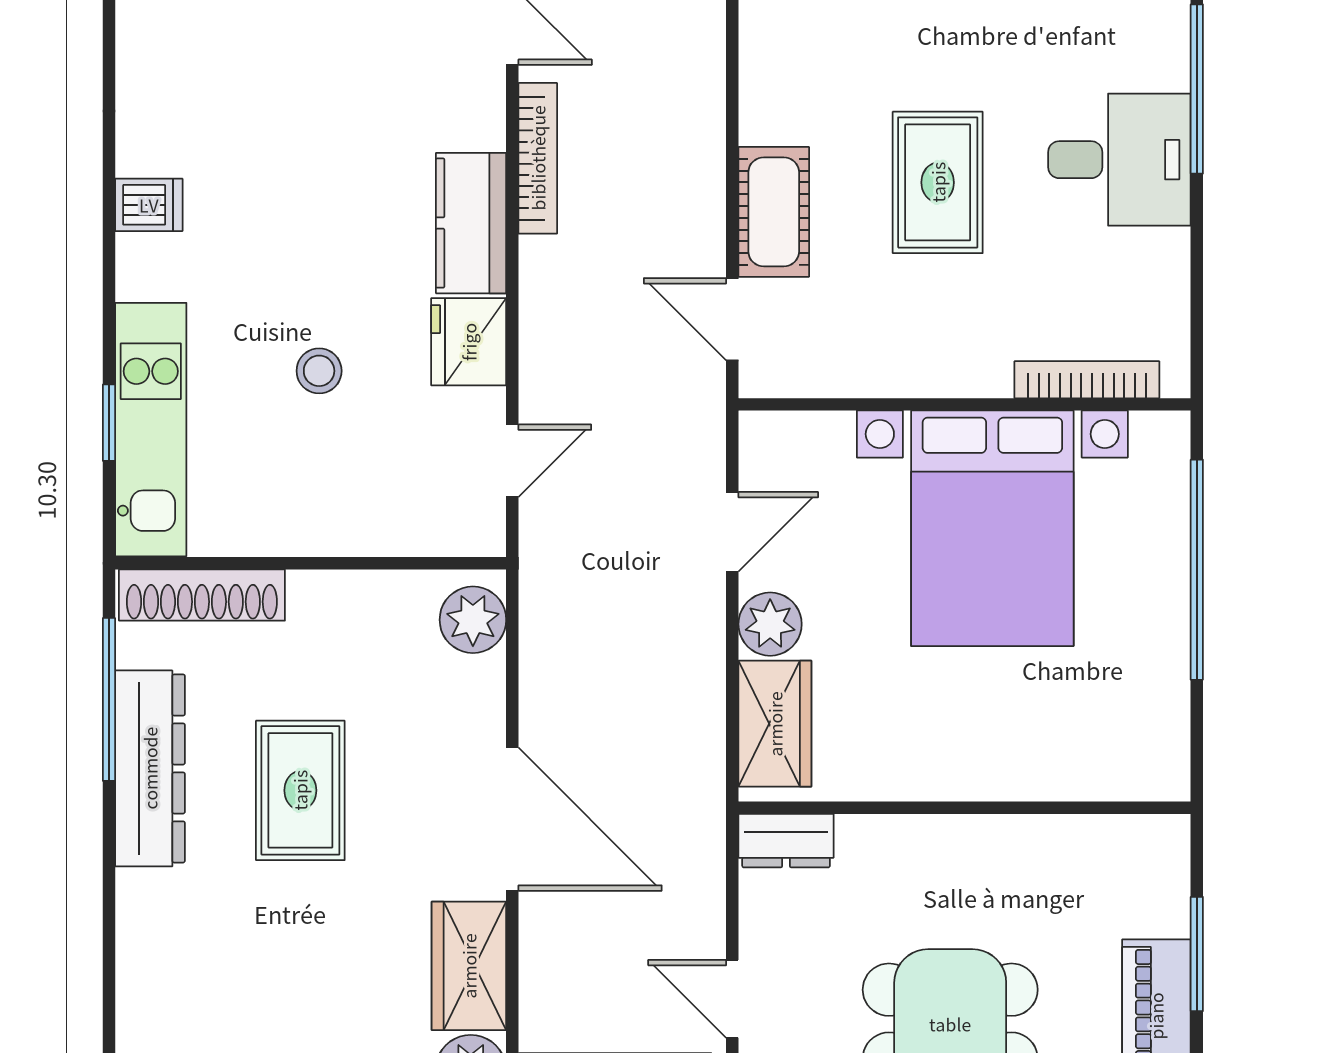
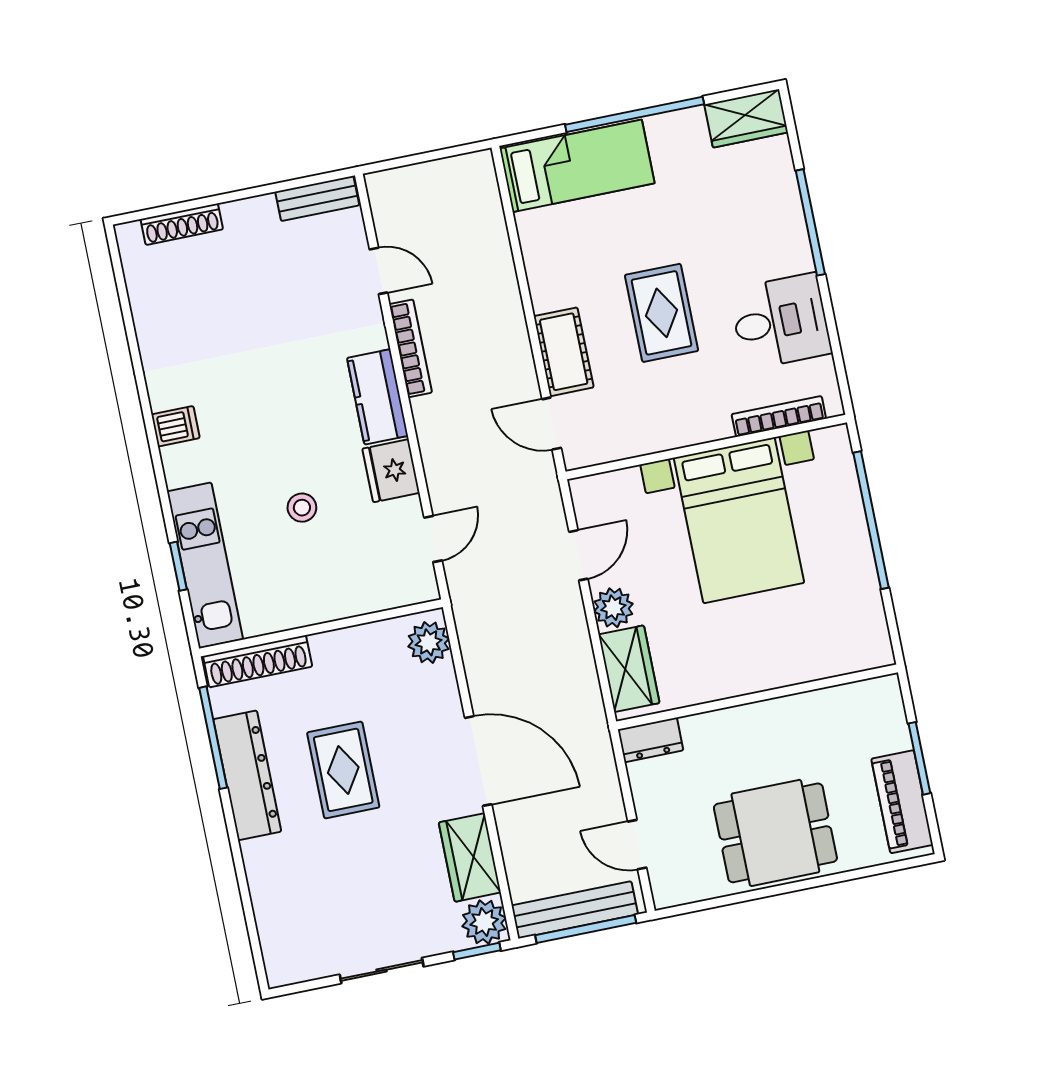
desk: (1119, 160) -> (781, 321), moved

